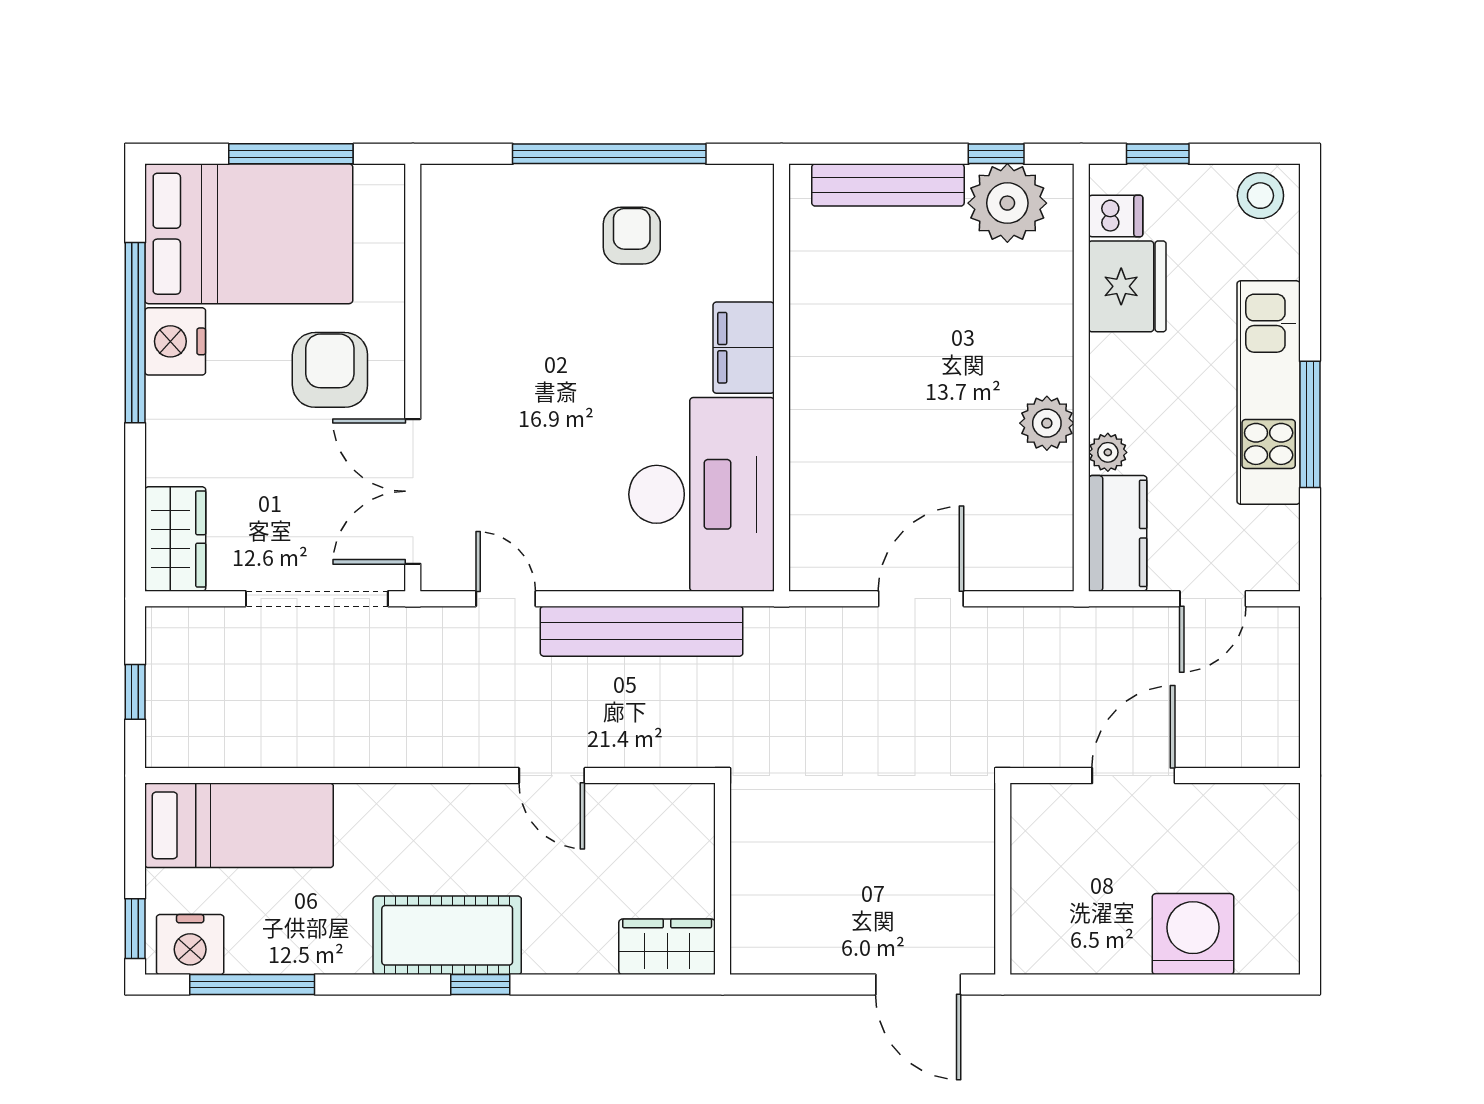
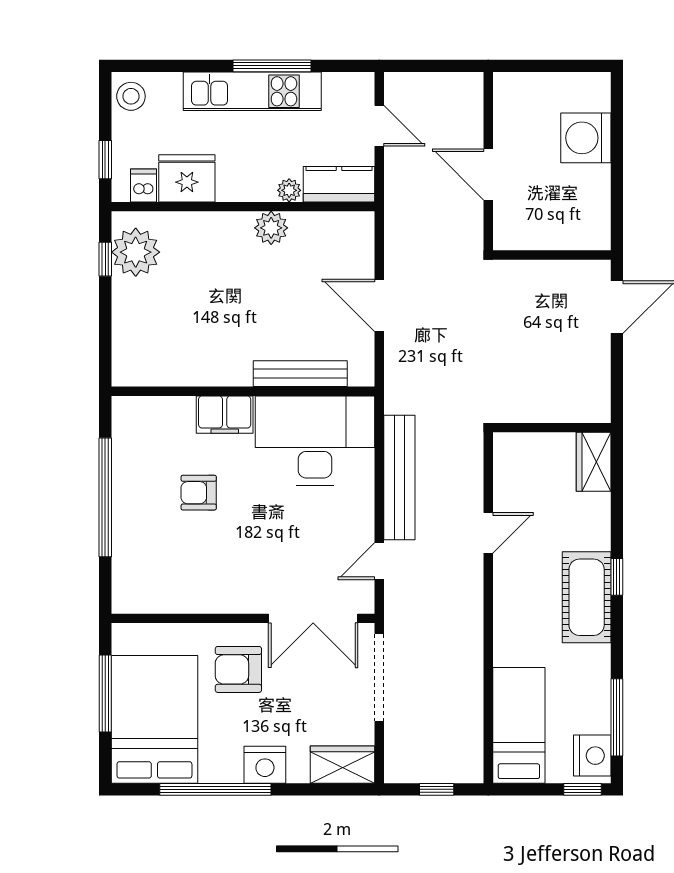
bench: (888, 185) -> (300, 374), moved, turned 90
armchair: (632, 236) -> (199, 493), moved
nightstand: (175, 341) -> (265, 765), moved

